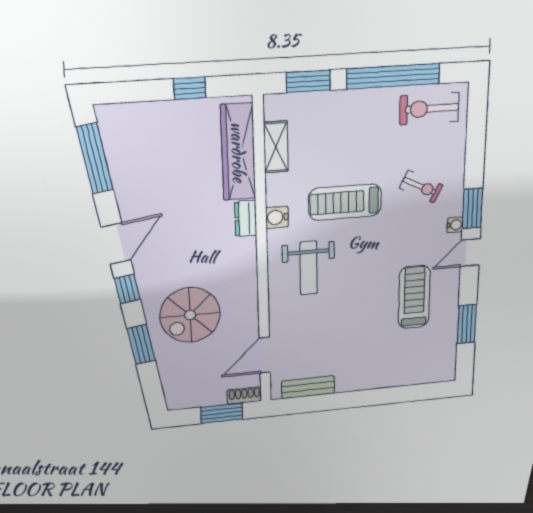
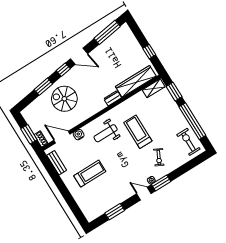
shelving: (276, 147) -> (154, 88), moved
water cooler: (277, 217) -> (79, 135), moved
treadmill: (414, 297) -> (90, 174), moved

